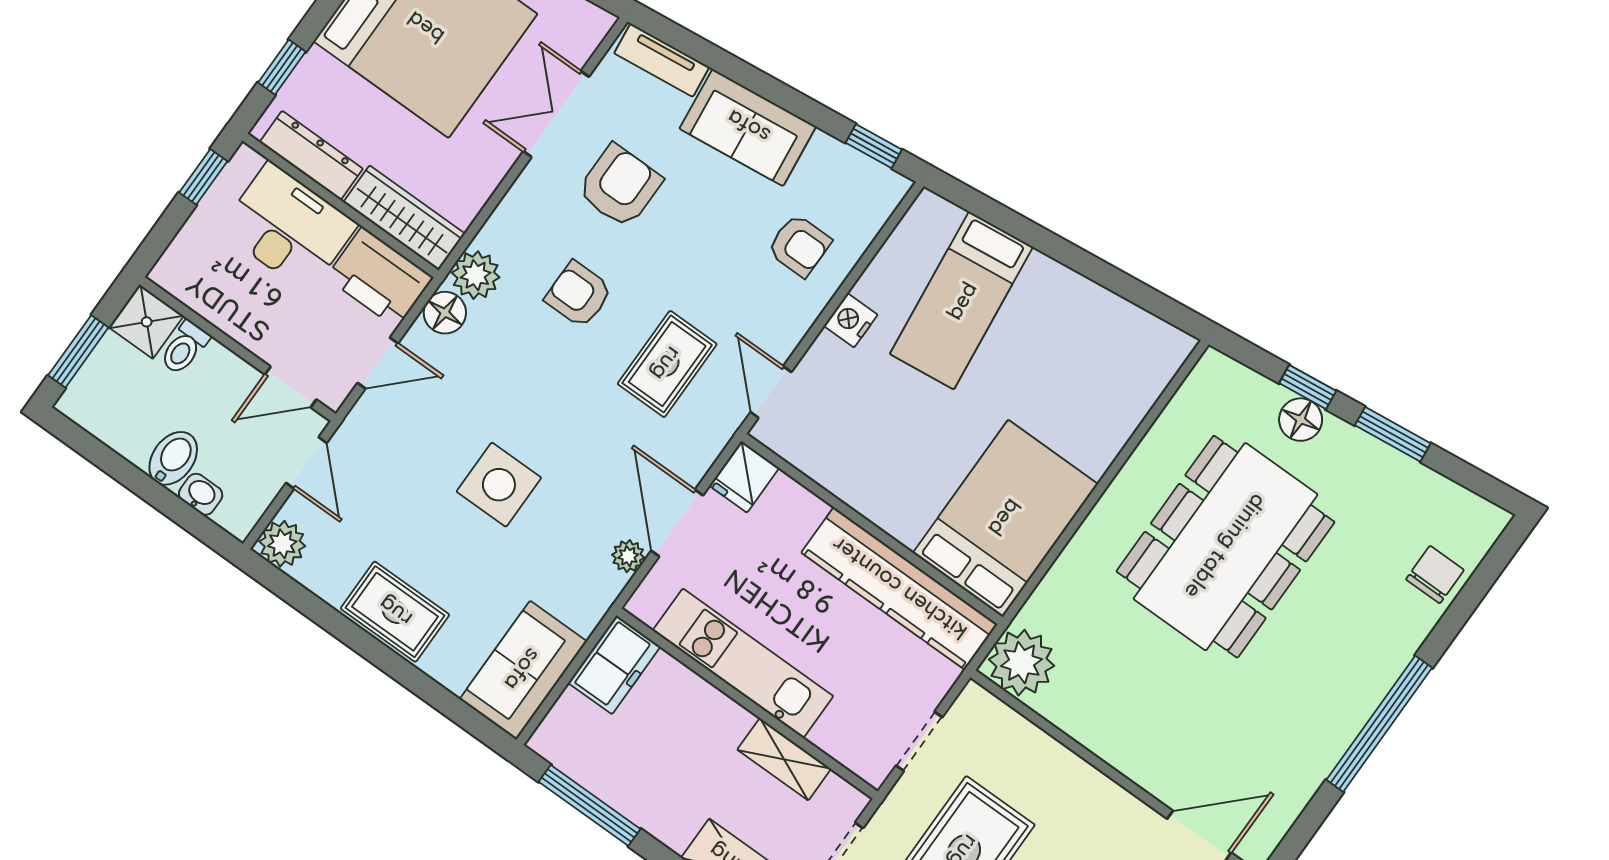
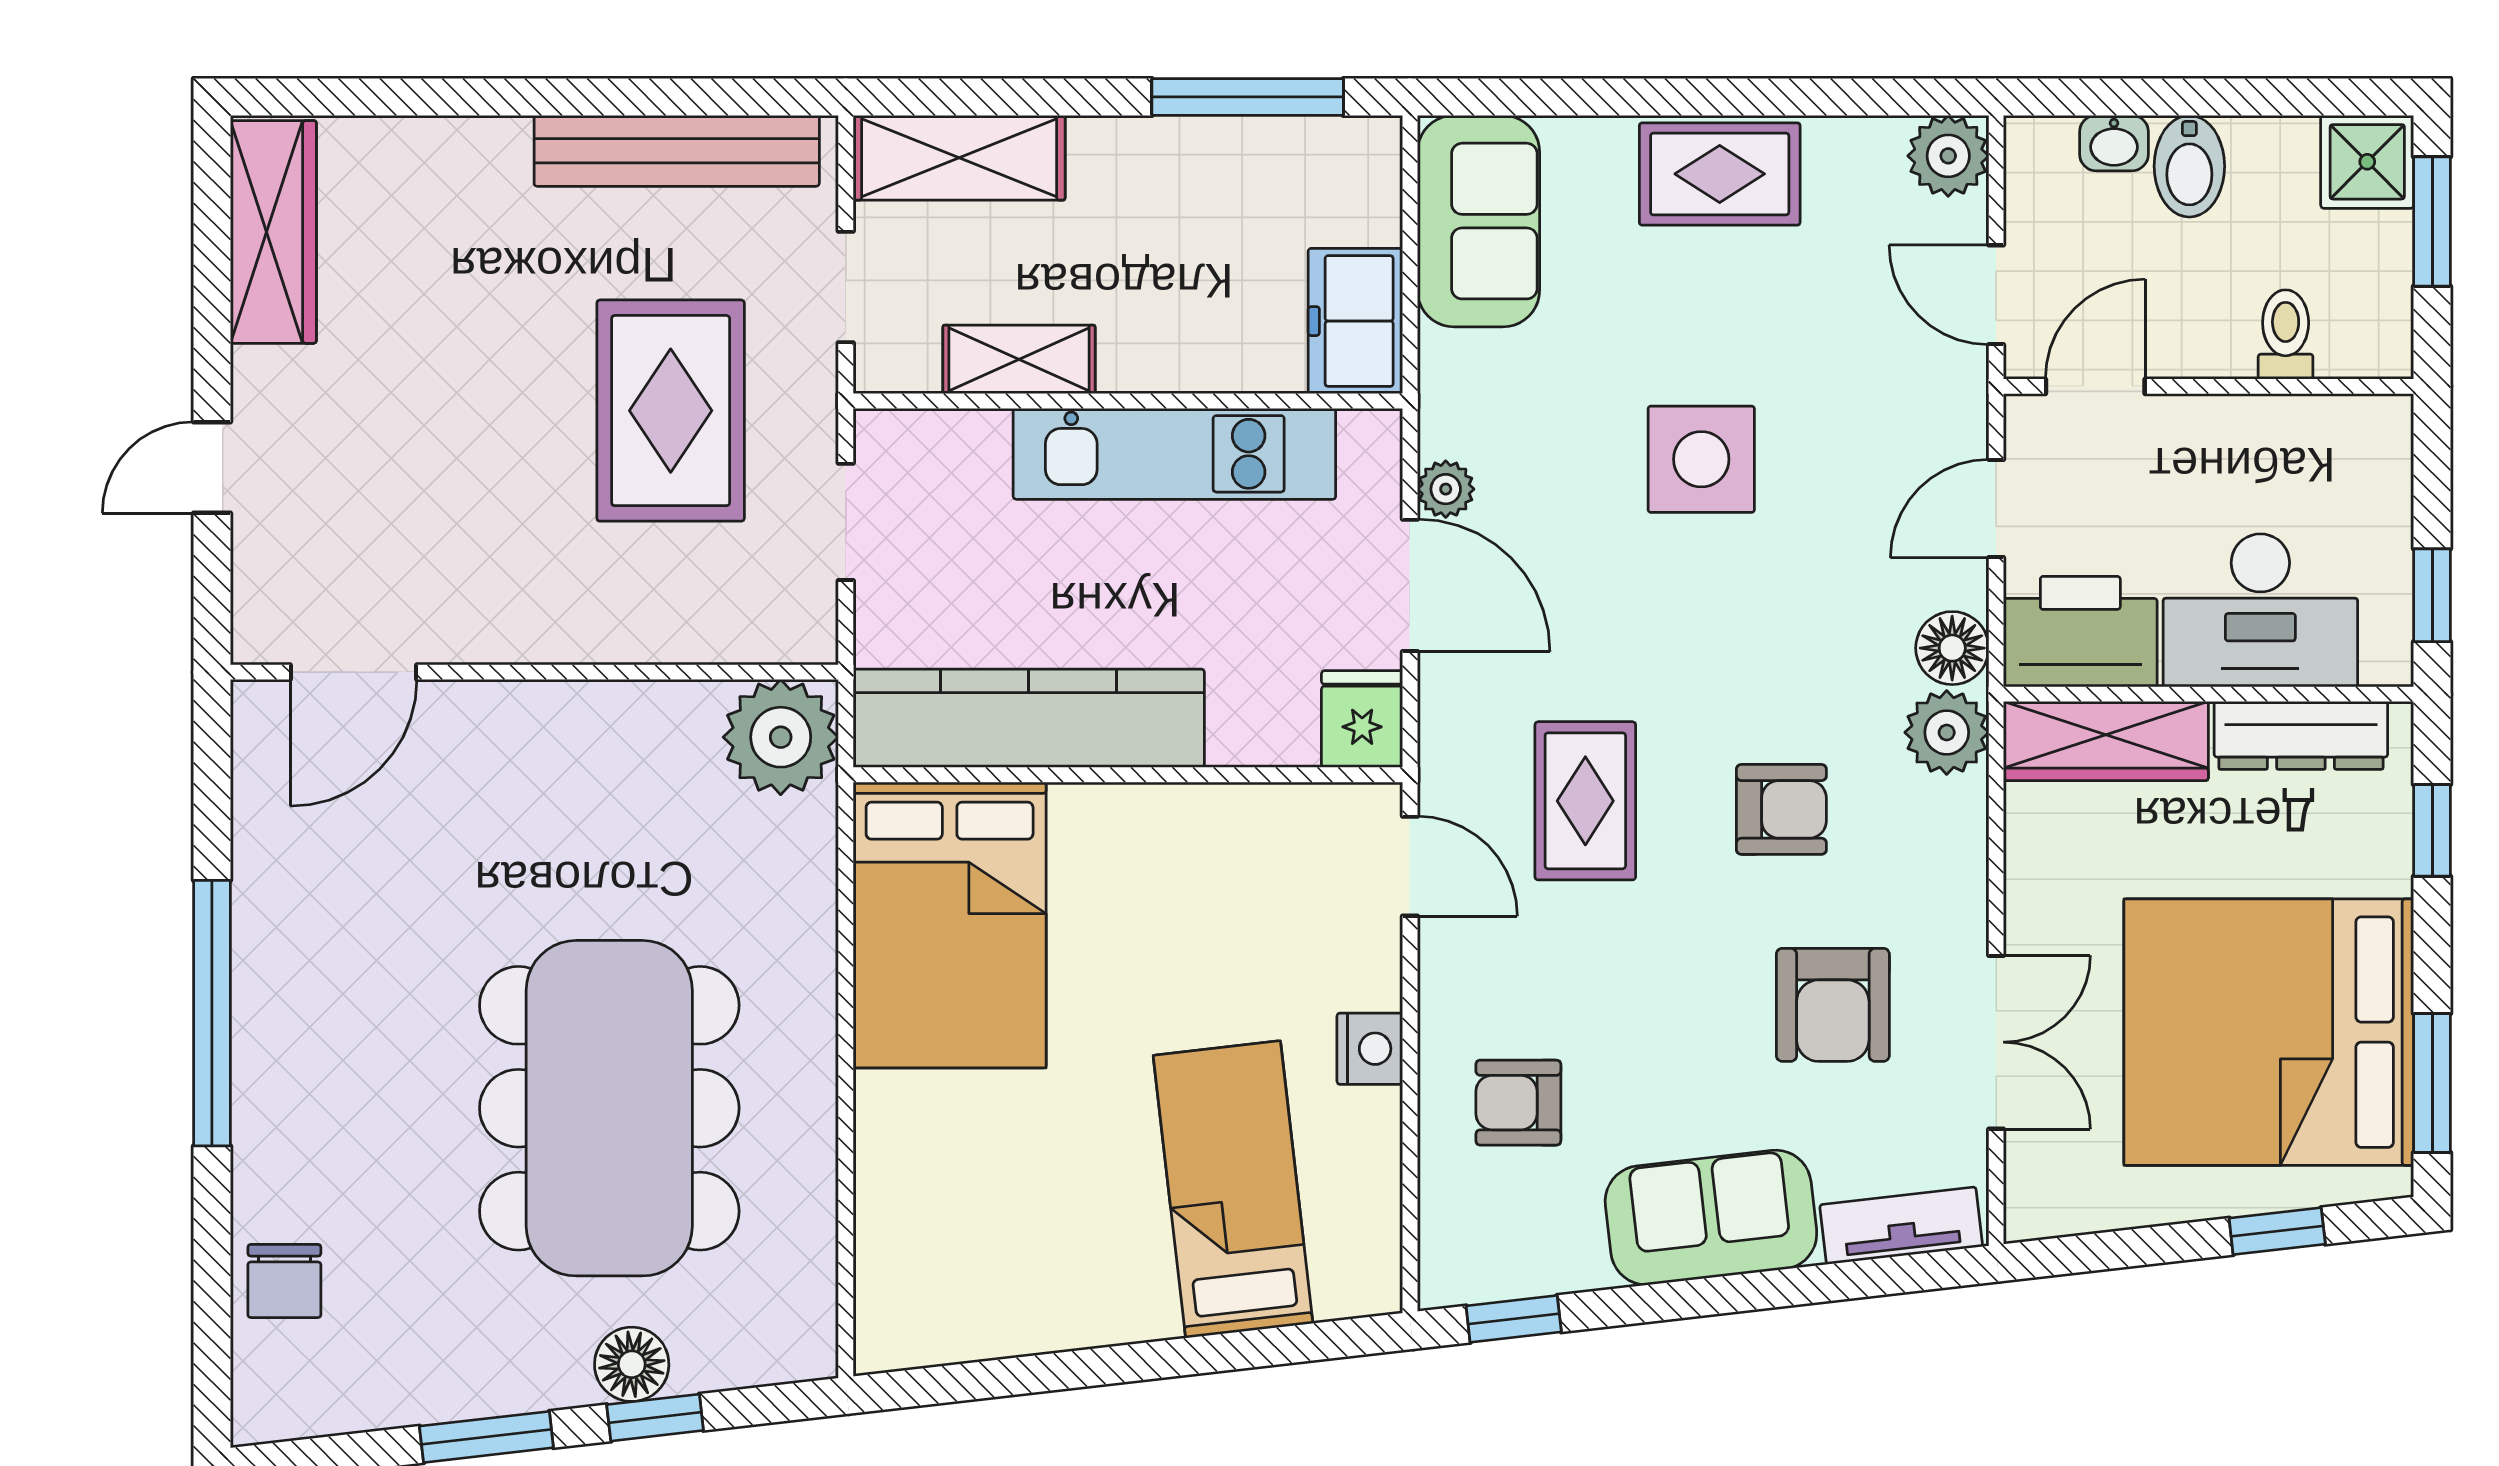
shower: (147, 322) -> (2367, 162), moved

